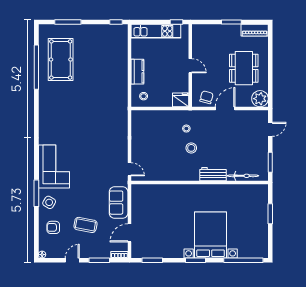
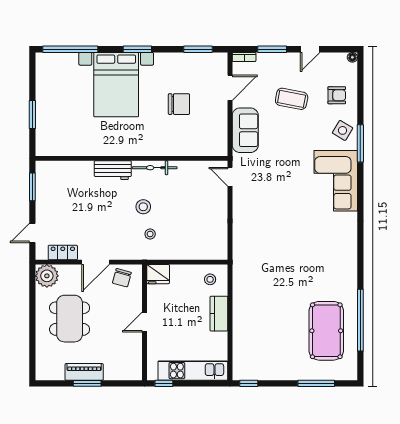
piano: (255, 30) -> (84, 372), moved
door: (190, 66) -> (145, 322), hinge flipped
locker: (249, 115) -> (63, 252), added
bicycle: (243, 176) -> (155, 168), moved
chair: (166, 221) -> (179, 104), added

